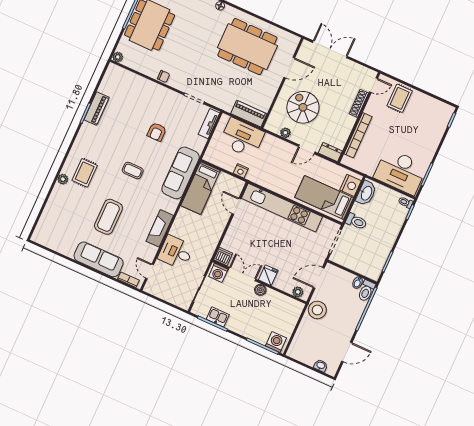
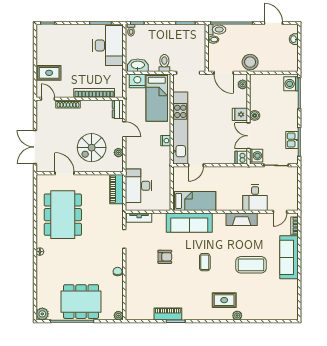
nightstand: (241, 171) -> (166, 141), moved

